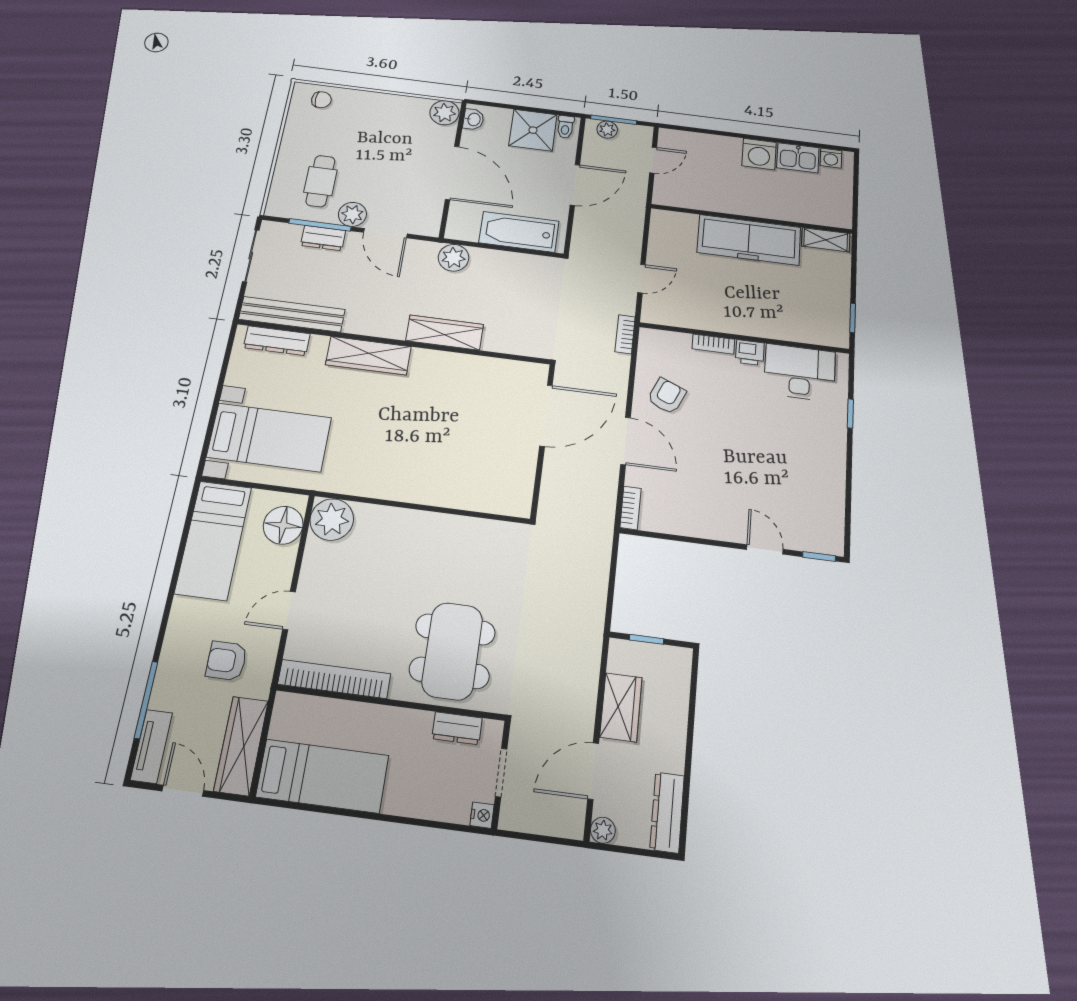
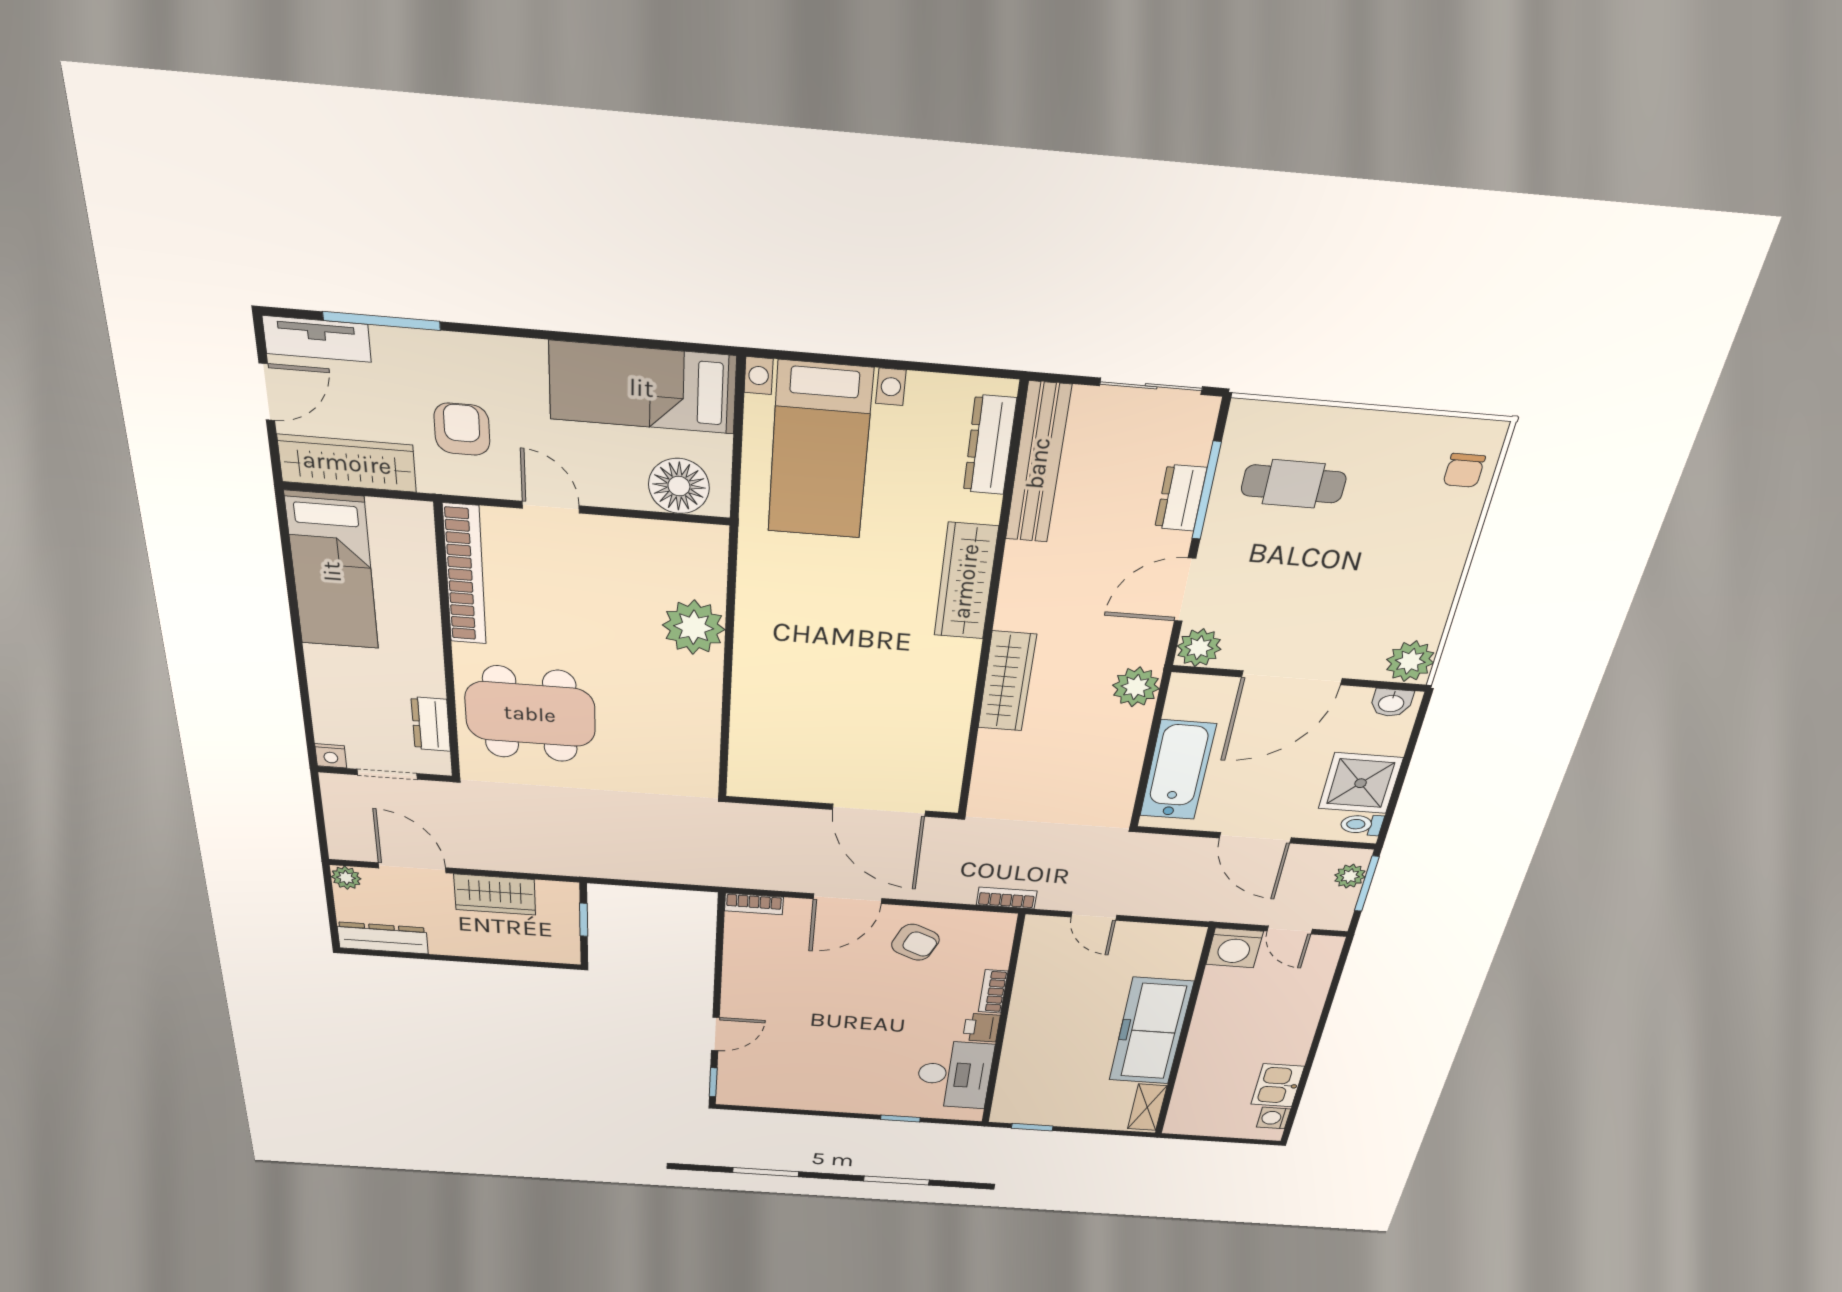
washing machine: (759, 154) -> (1235, 948), moved, turned -90
plant: (352, 214) -> (1199, 648), moved
plant: (332, 520) -> (694, 627), moved

